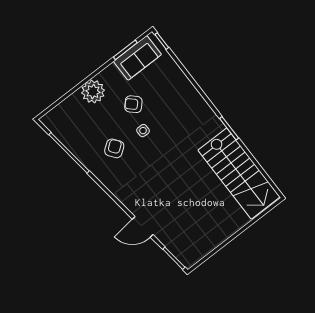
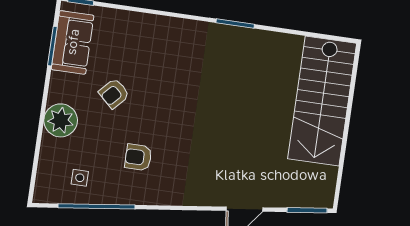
side table: (143, 131) -> (80, 178), moved
armchair: (114, 148) -> (138, 157), turned -53
stairs: (239, 173) -> (322, 101), moved, turned 90

